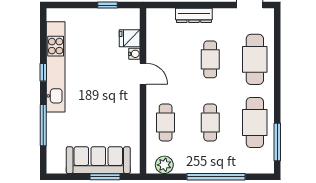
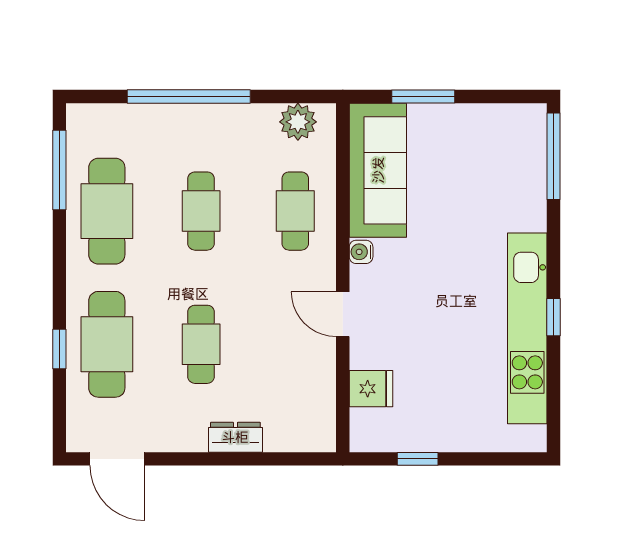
dresser: (194, 15) -> (235, 437), width x0.70
water cooler: (134, 54) -> (361, 252), moved
window: (277, 57) -> (59, 349), added
window: (43, 125) -> (554, 156), moved
sofa: (98, 160) -> (378, 170), moved, turned -90

